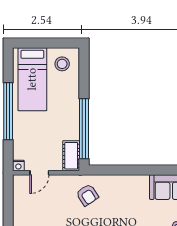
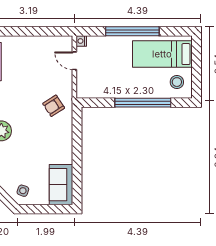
window: (84, 129) -> (143, 103), moved
cot: (71, 156) -> (90, 91), removed

